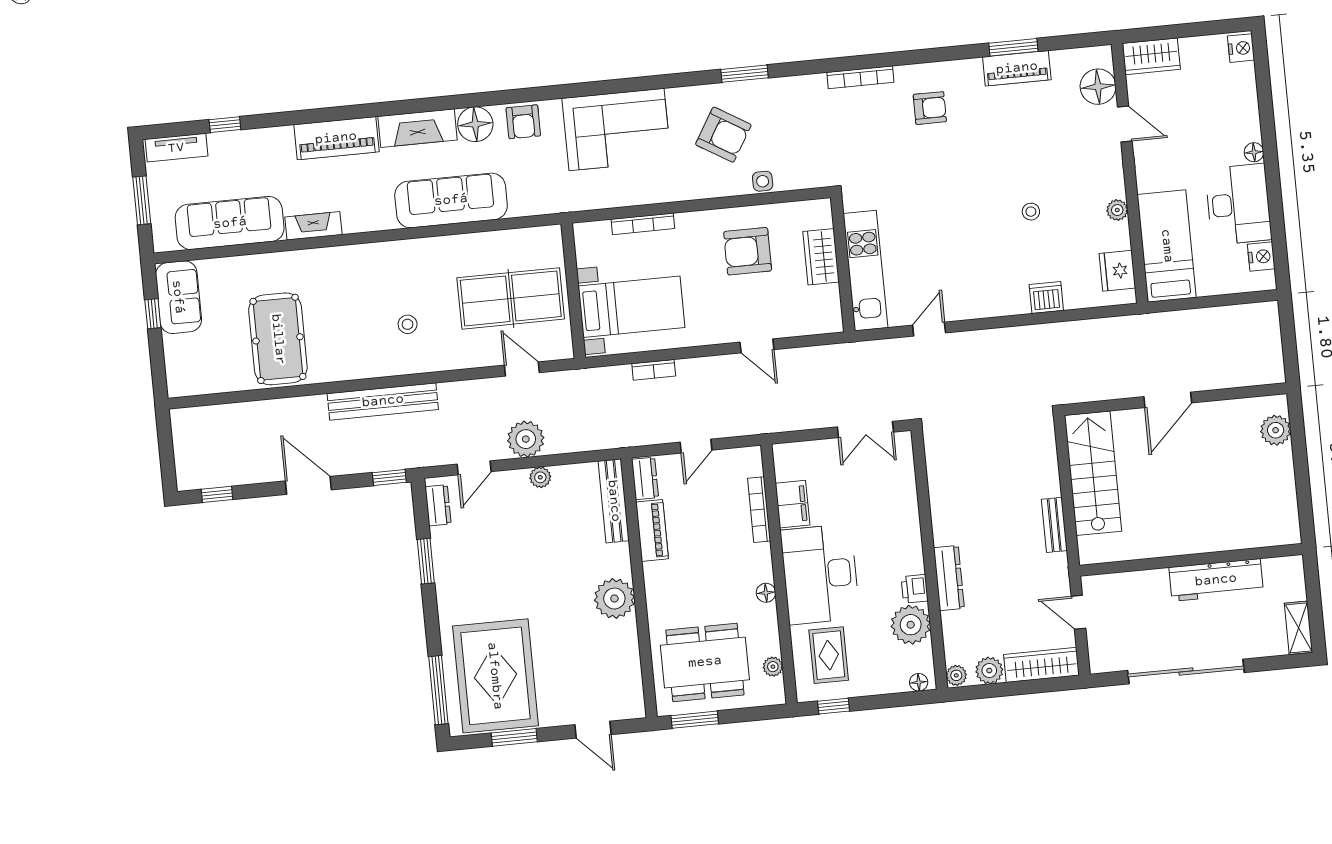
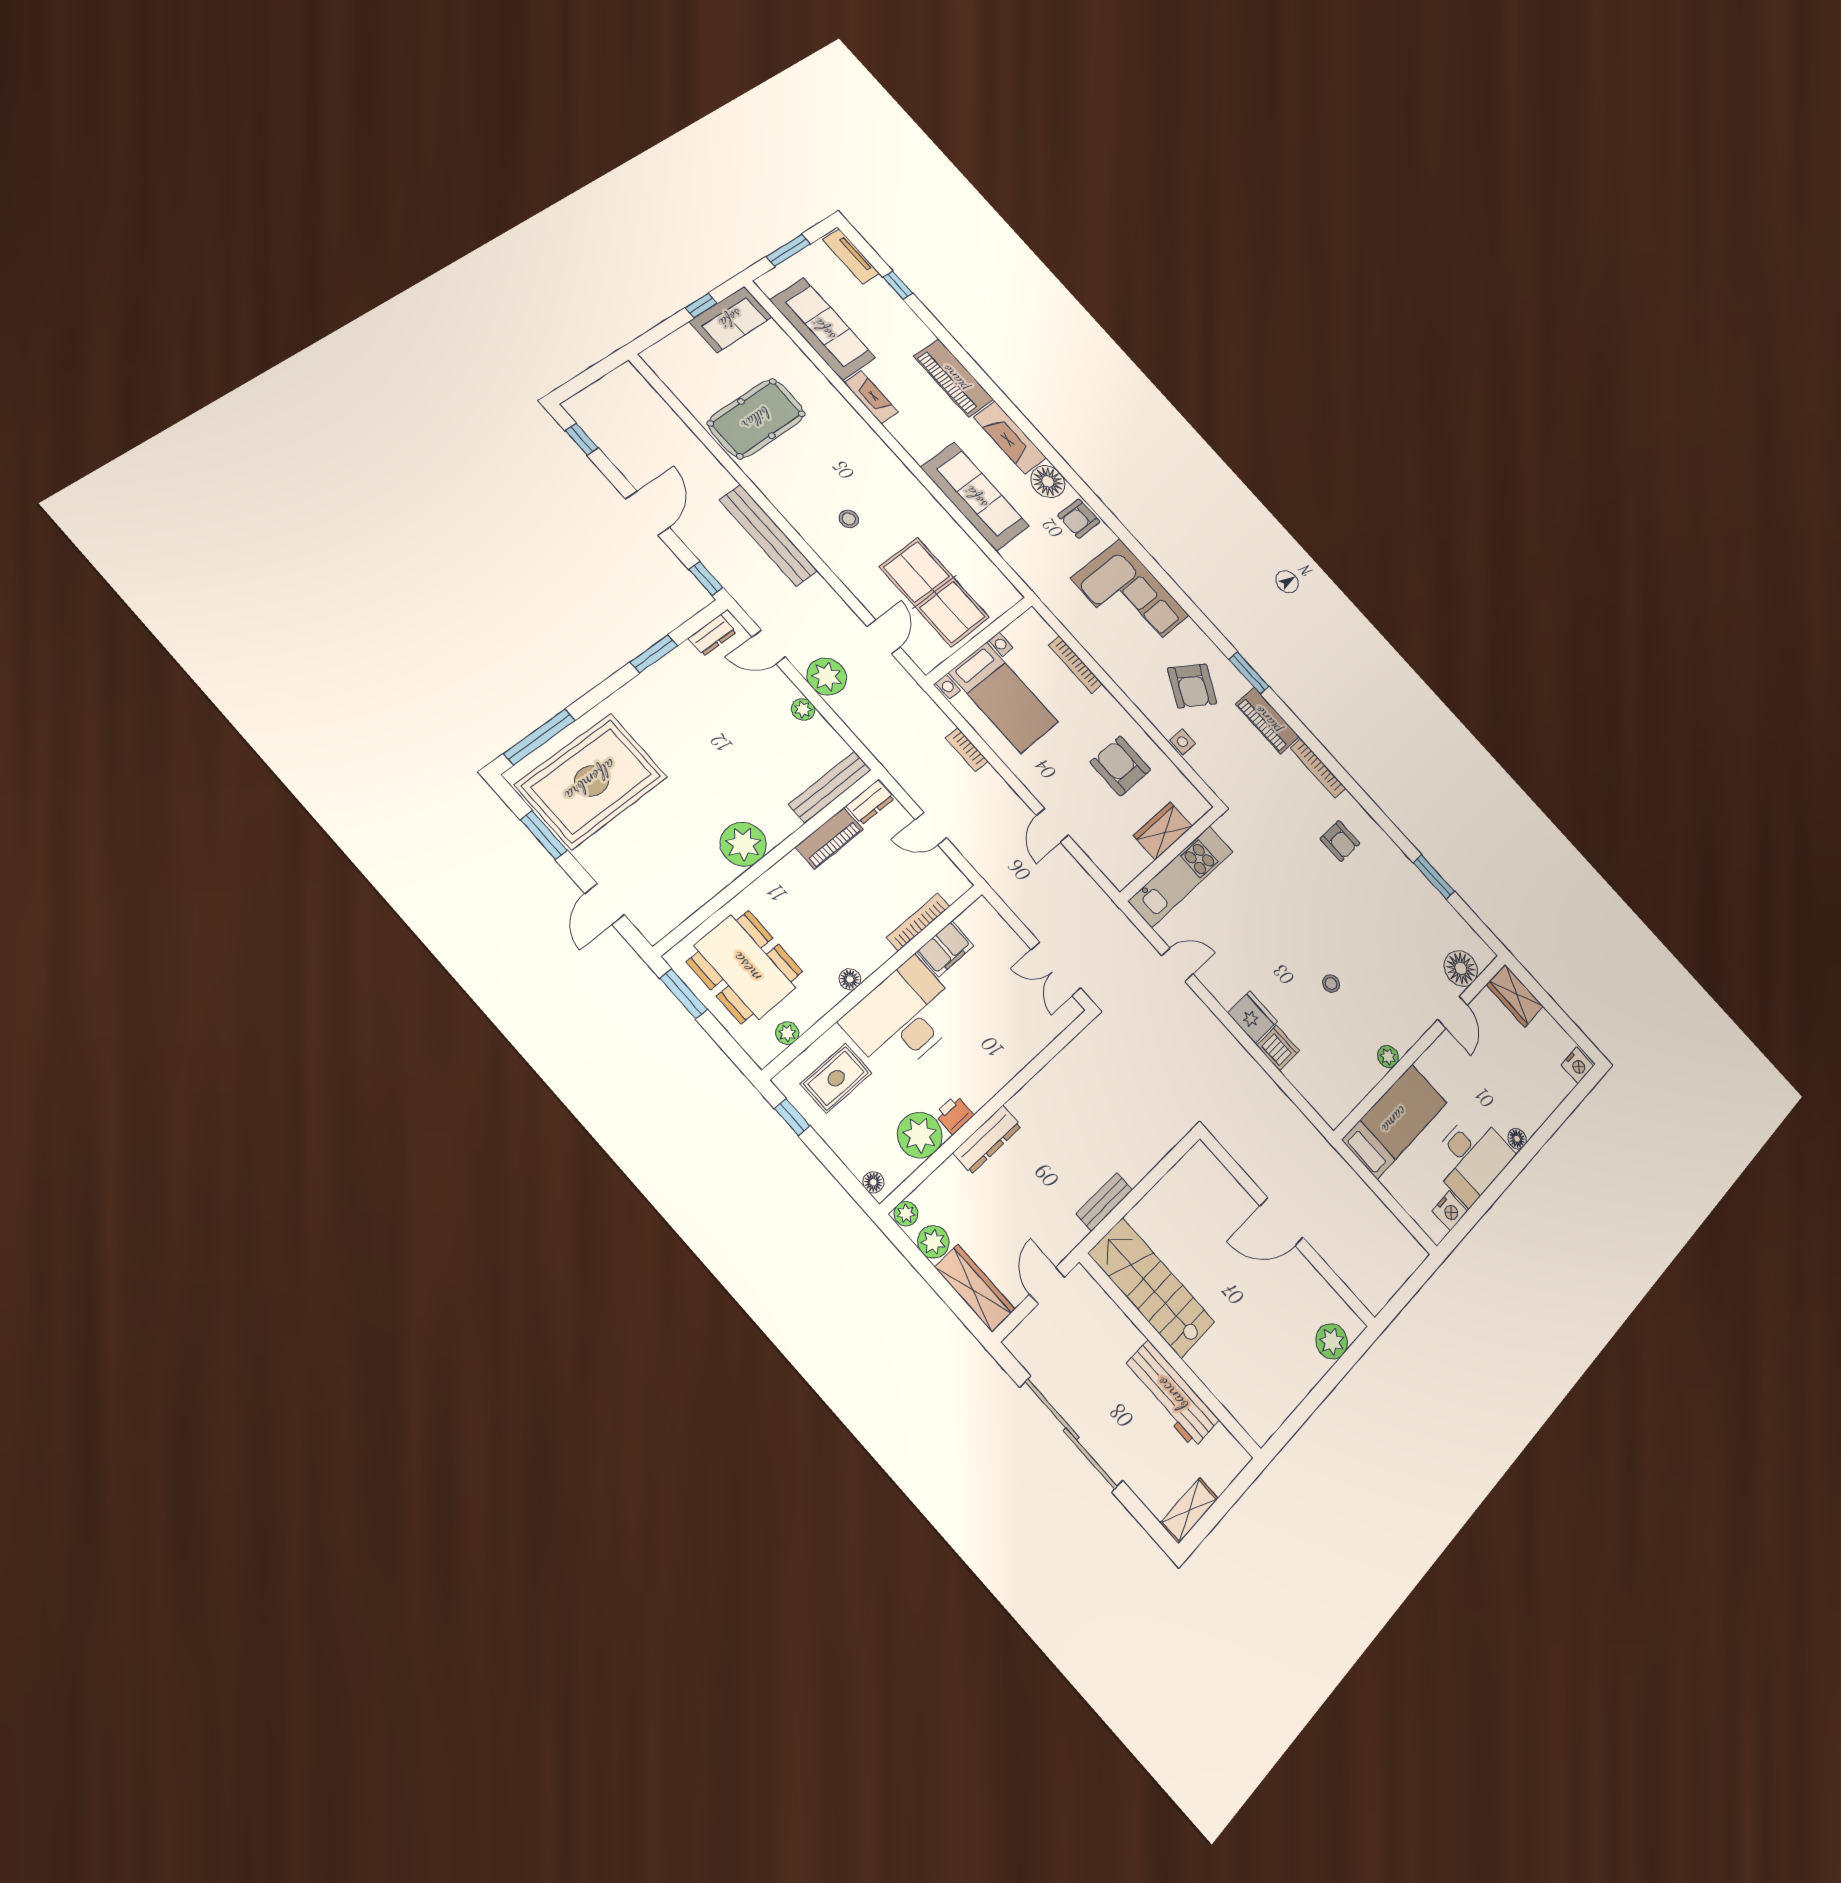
piano: (1017, 68) -> (1267, 720), moved
fridge: (1117, 271) -> (1252, 1017), moved, turned 90
stairs: (1093, 473) -> (1151, 1288), moved, turned -90

